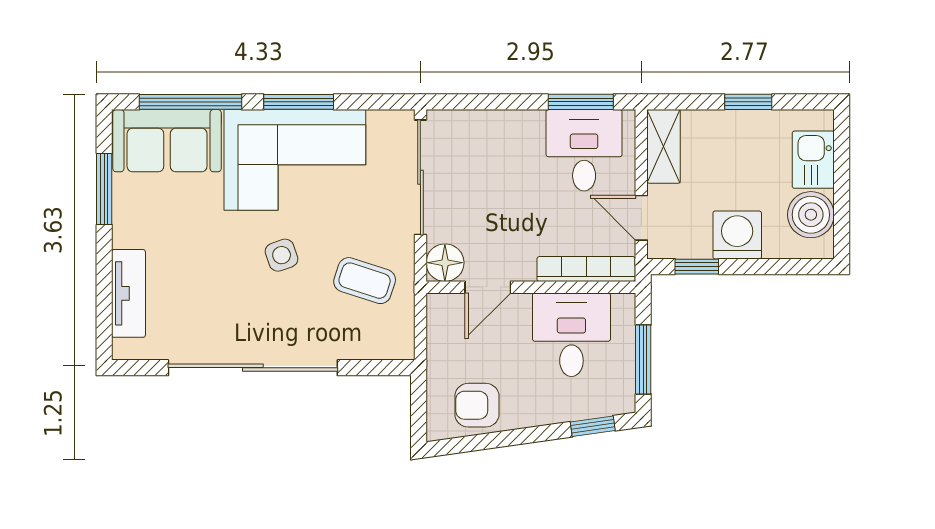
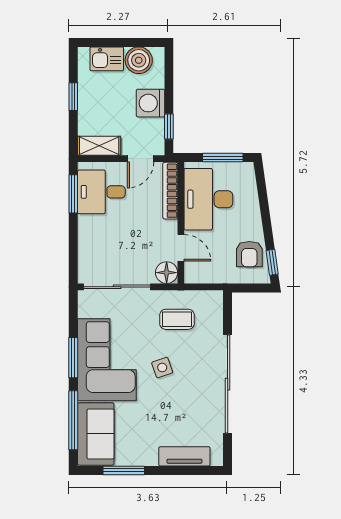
coffee table: (365, 281) -> (177, 319), turned 72
desk: (571, 335) -> (208, 199), width x1.37
window: (593, 426) -> (272, 262), moved

